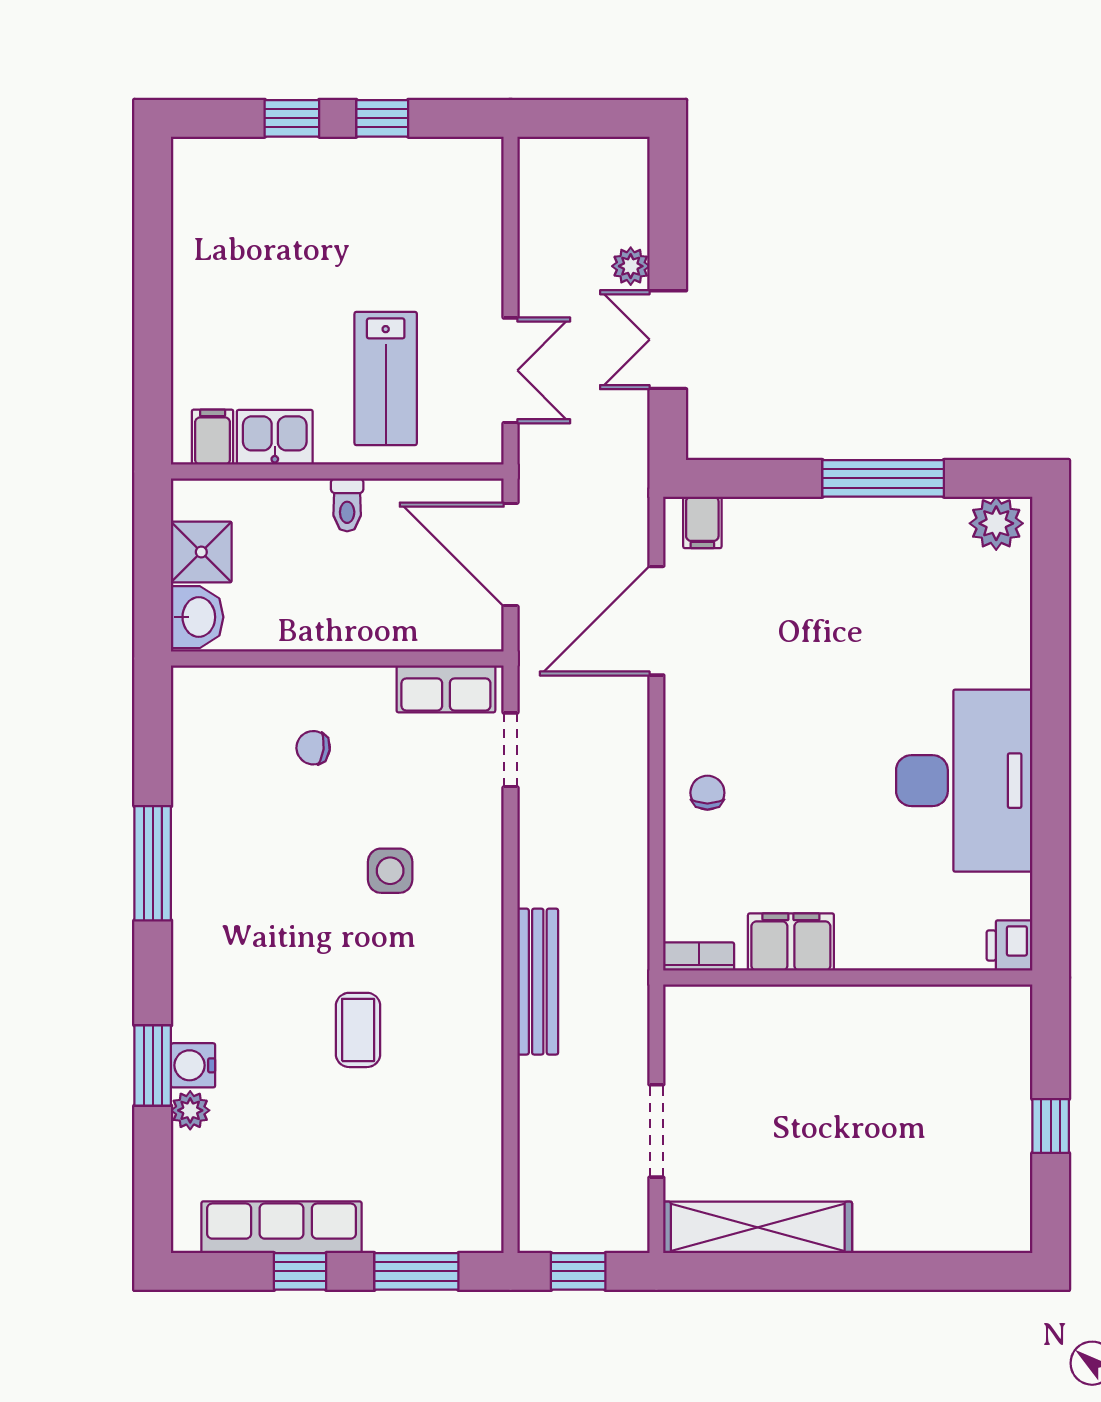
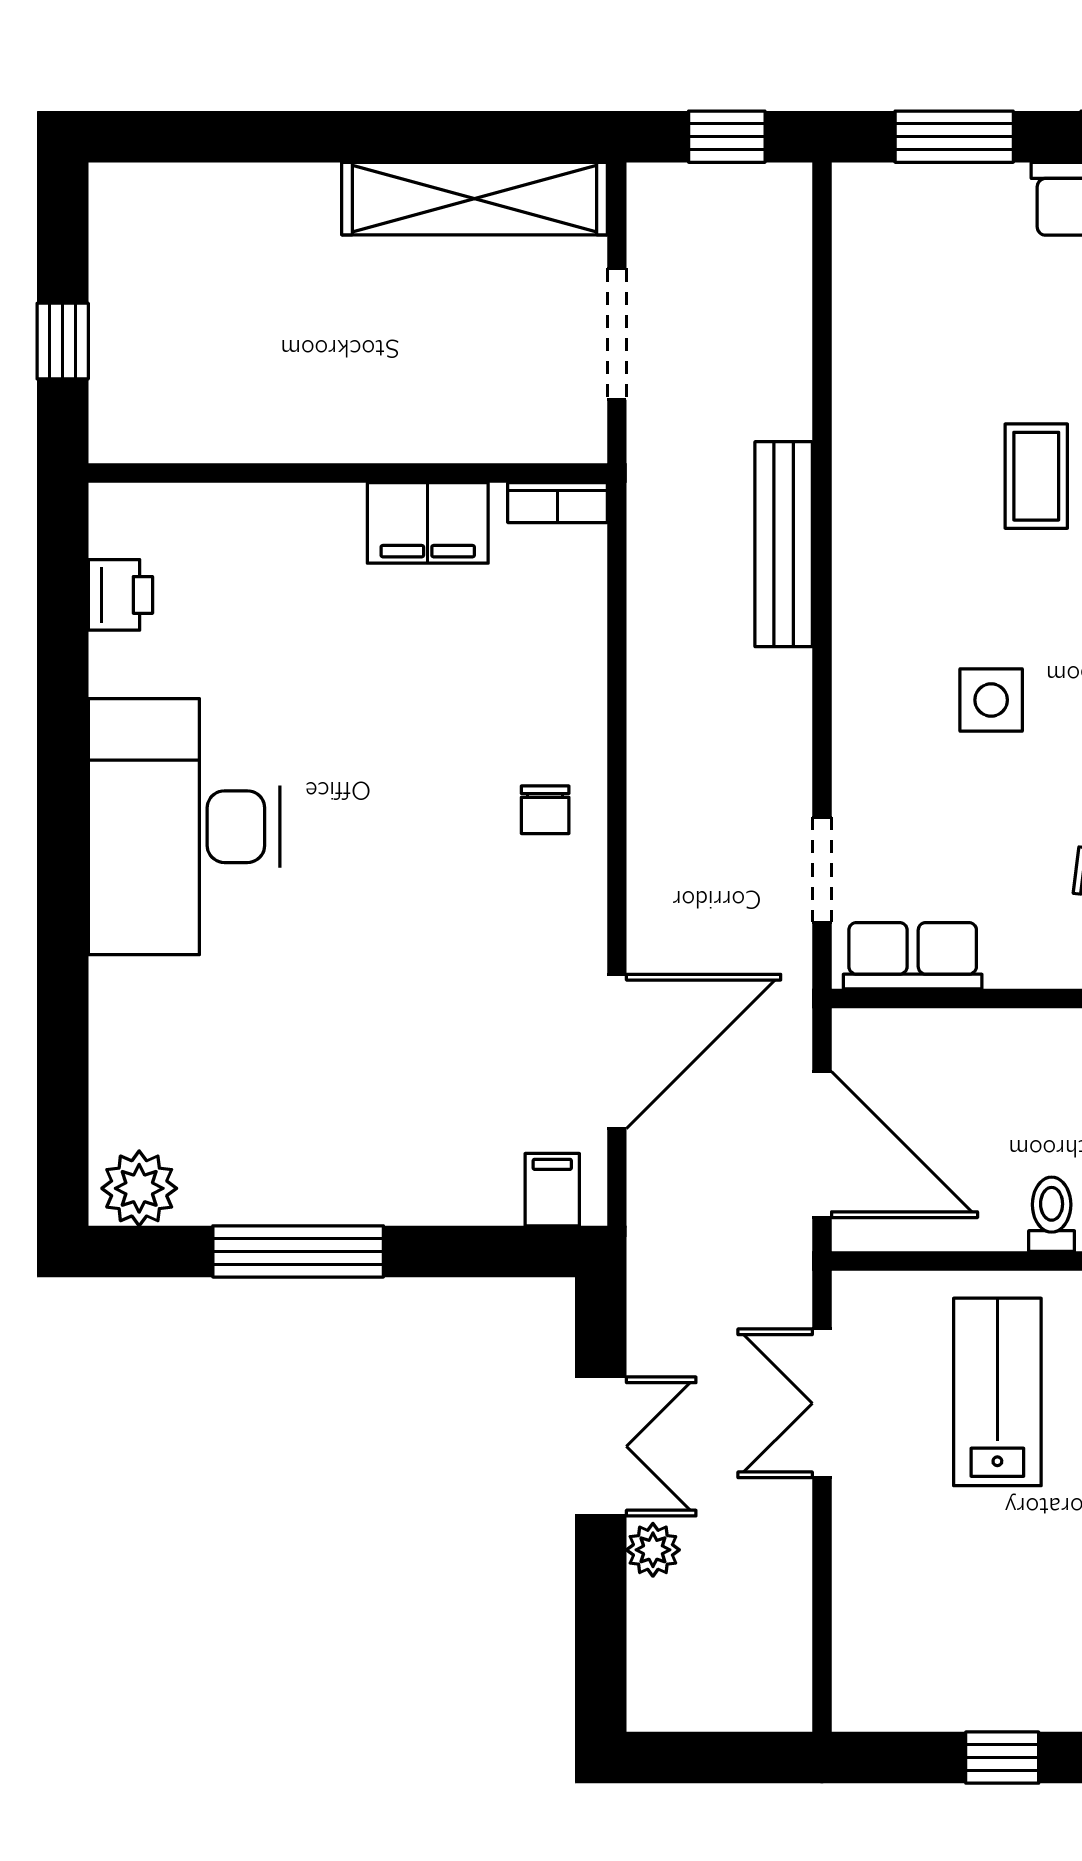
filing cabinet: (791, 942) -> (428, 523), moved
bookcase: (699, 956) -> (557, 503), moved
wall: (848, 977) -> (348, 473), moved

